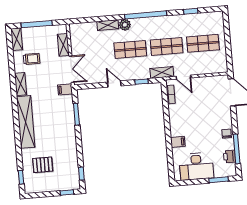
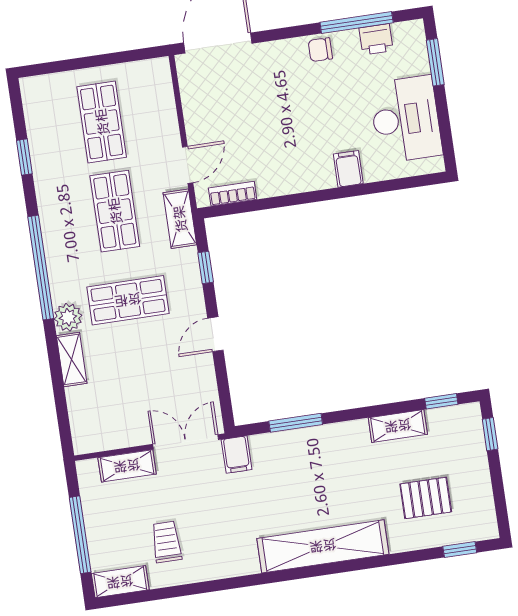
shop shelf: (130, 49) -> (128, 300), turned 90
shelving: (21, 84) -> (398, 426), moved
pallet: (43, 165) -> (426, 498), turned 90

